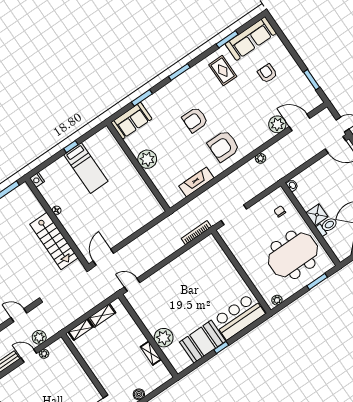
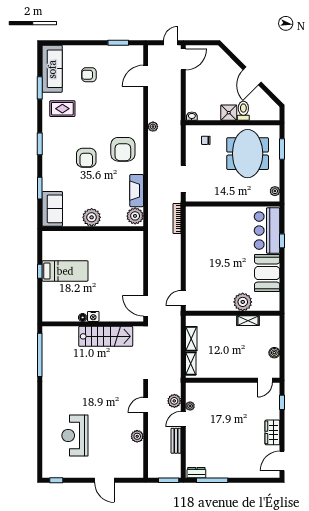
plant: (277, 124) -> (135, 216), moved
nightstand: (37, 180) -> (93, 316), moved
window: (221, 347) -> (282, 241), moved

